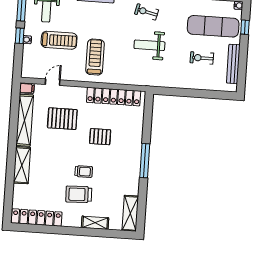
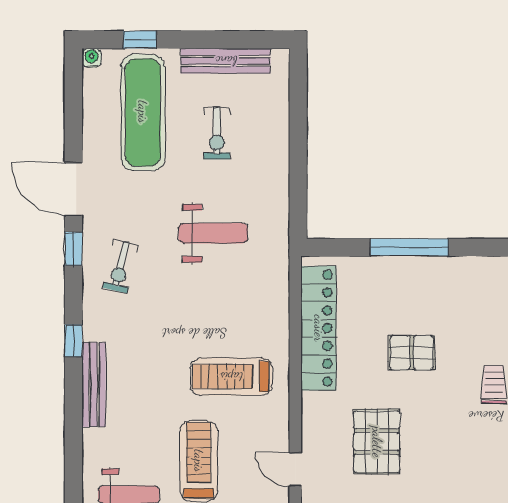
weight bench: (149, 45) -> (213, 233), moved, turned -90
pallet: (100, 137) -> (412, 353), turned 90
window: (145, 161) -> (409, 247), moved

